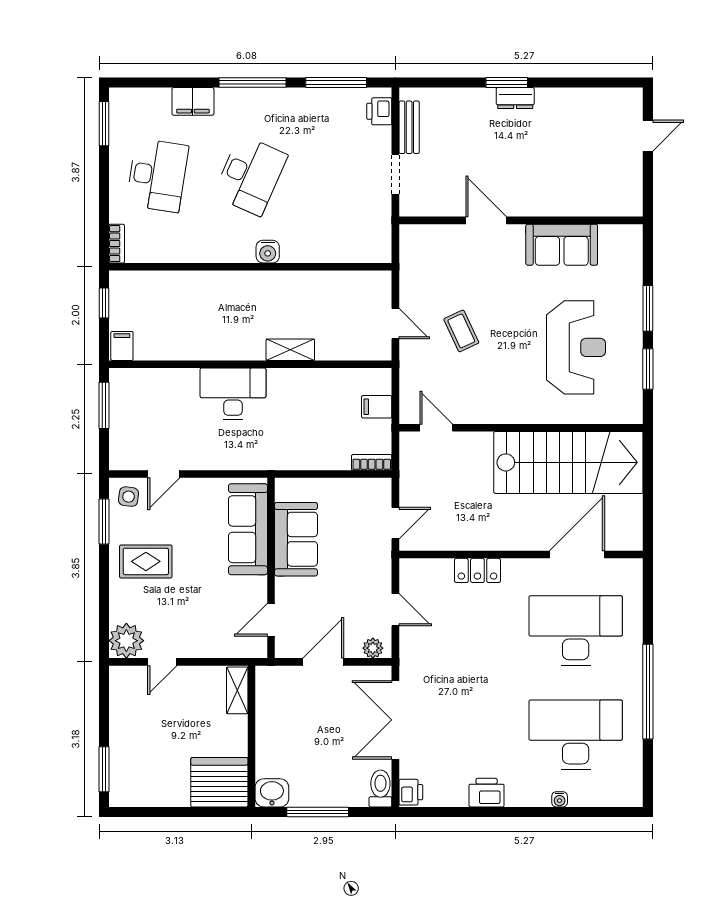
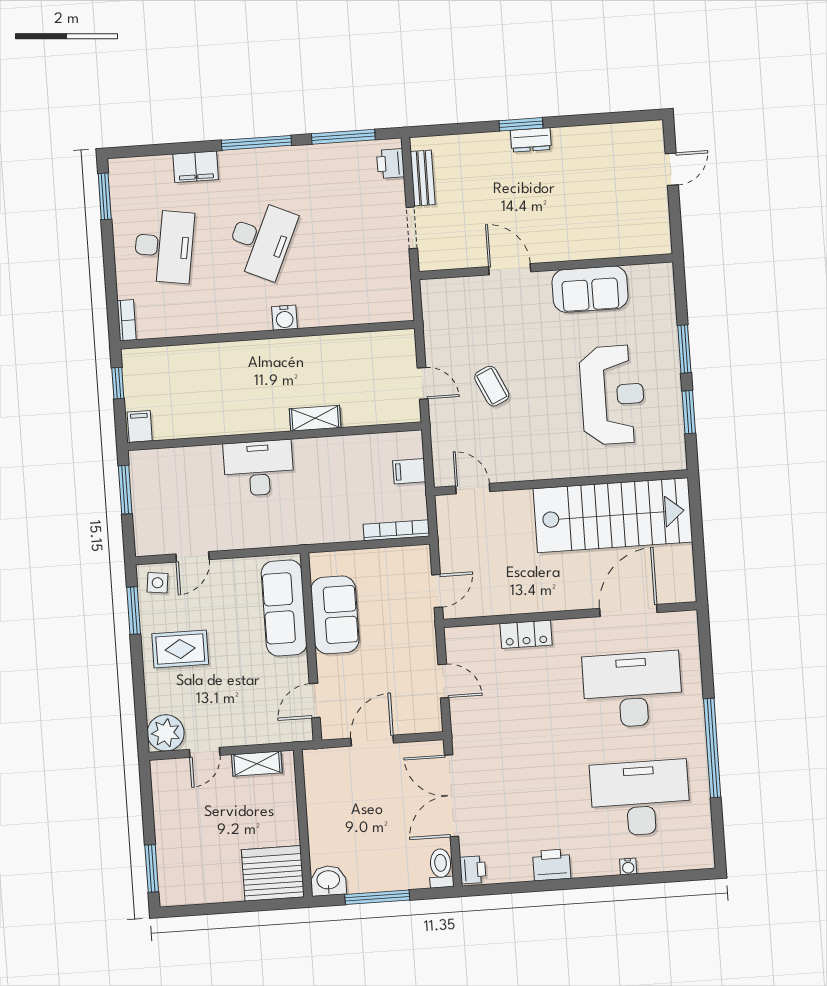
bookcase: (372, 462) -> (396, 530), width x1.56
plant: (373, 648) -> (423, 723), removed
shelving: (237, 690) -> (257, 764), moved, turned 90

